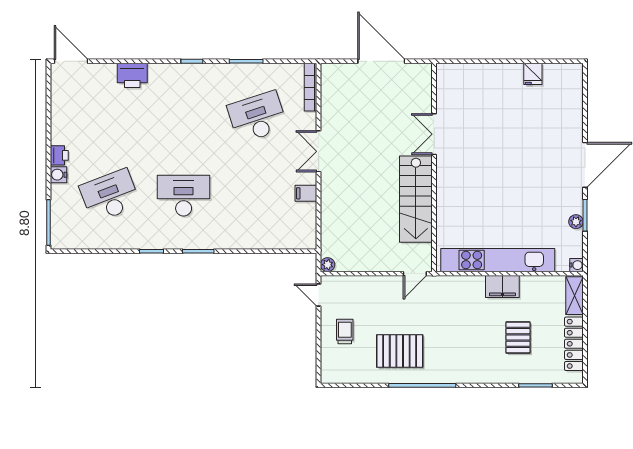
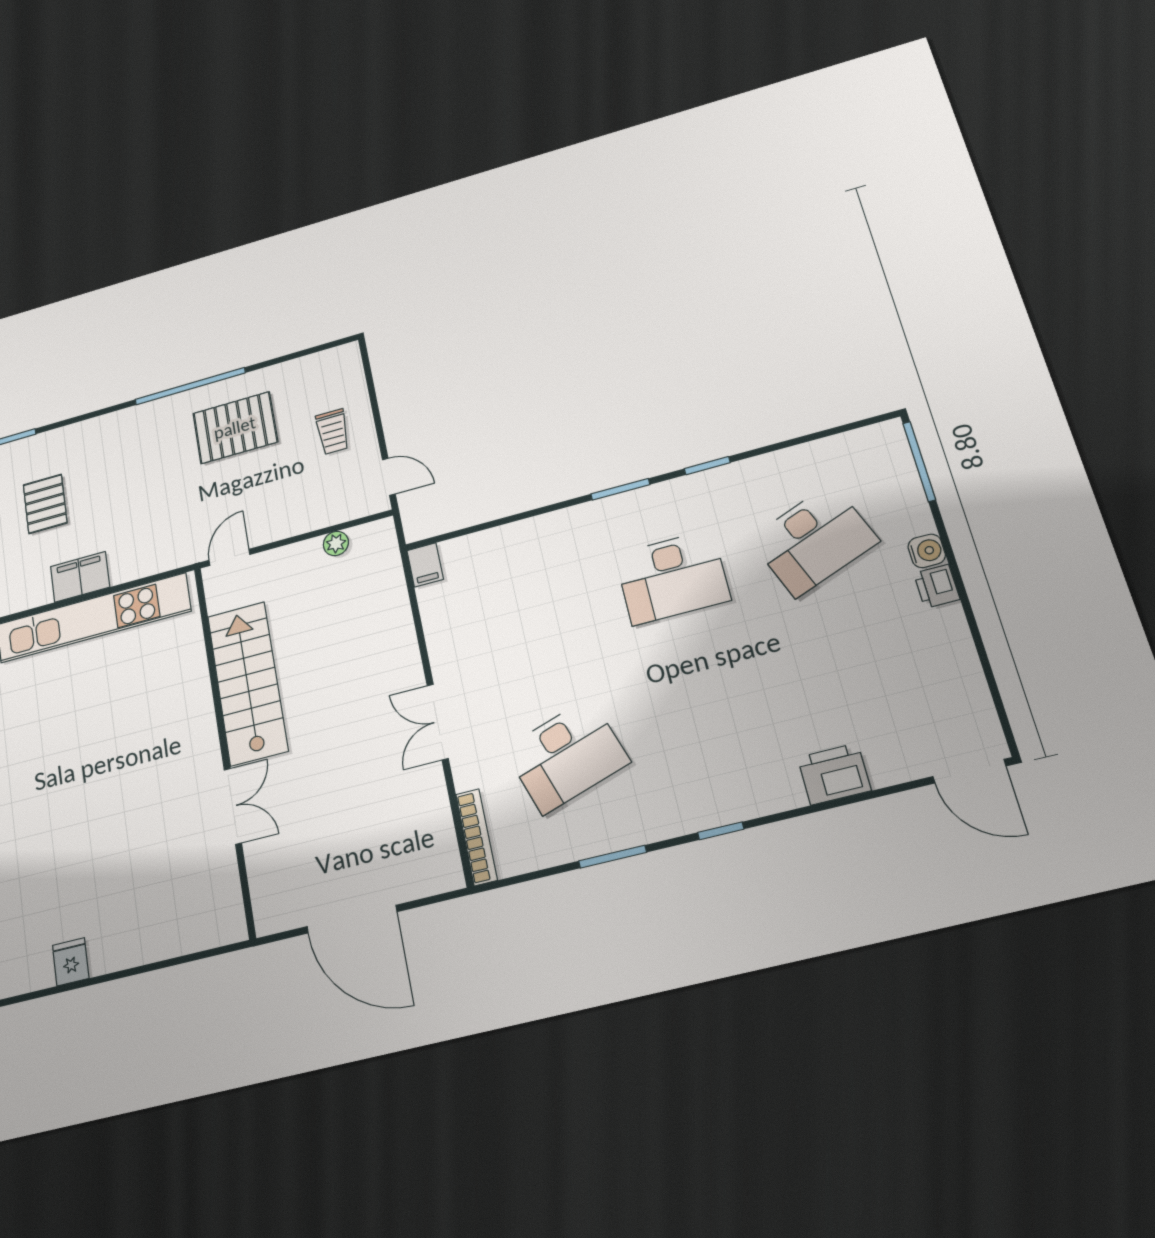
double door: (319, 151) -> (438, 722), swing flipped
filing cabinet: (306, 193) -> (425, 565), moved, turned 90
plant: (328, 265) -> (336, 543), moved

